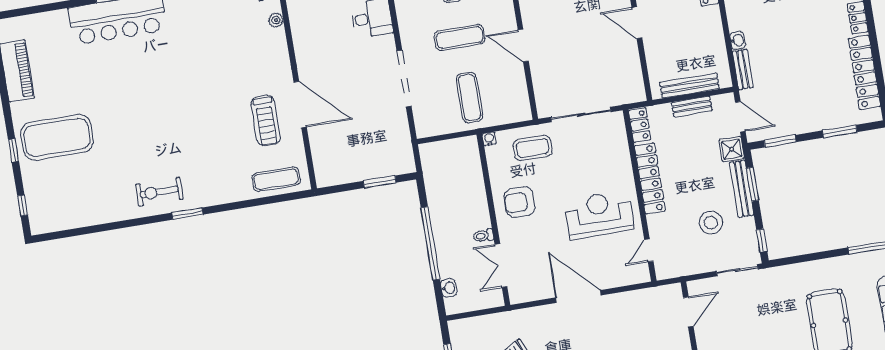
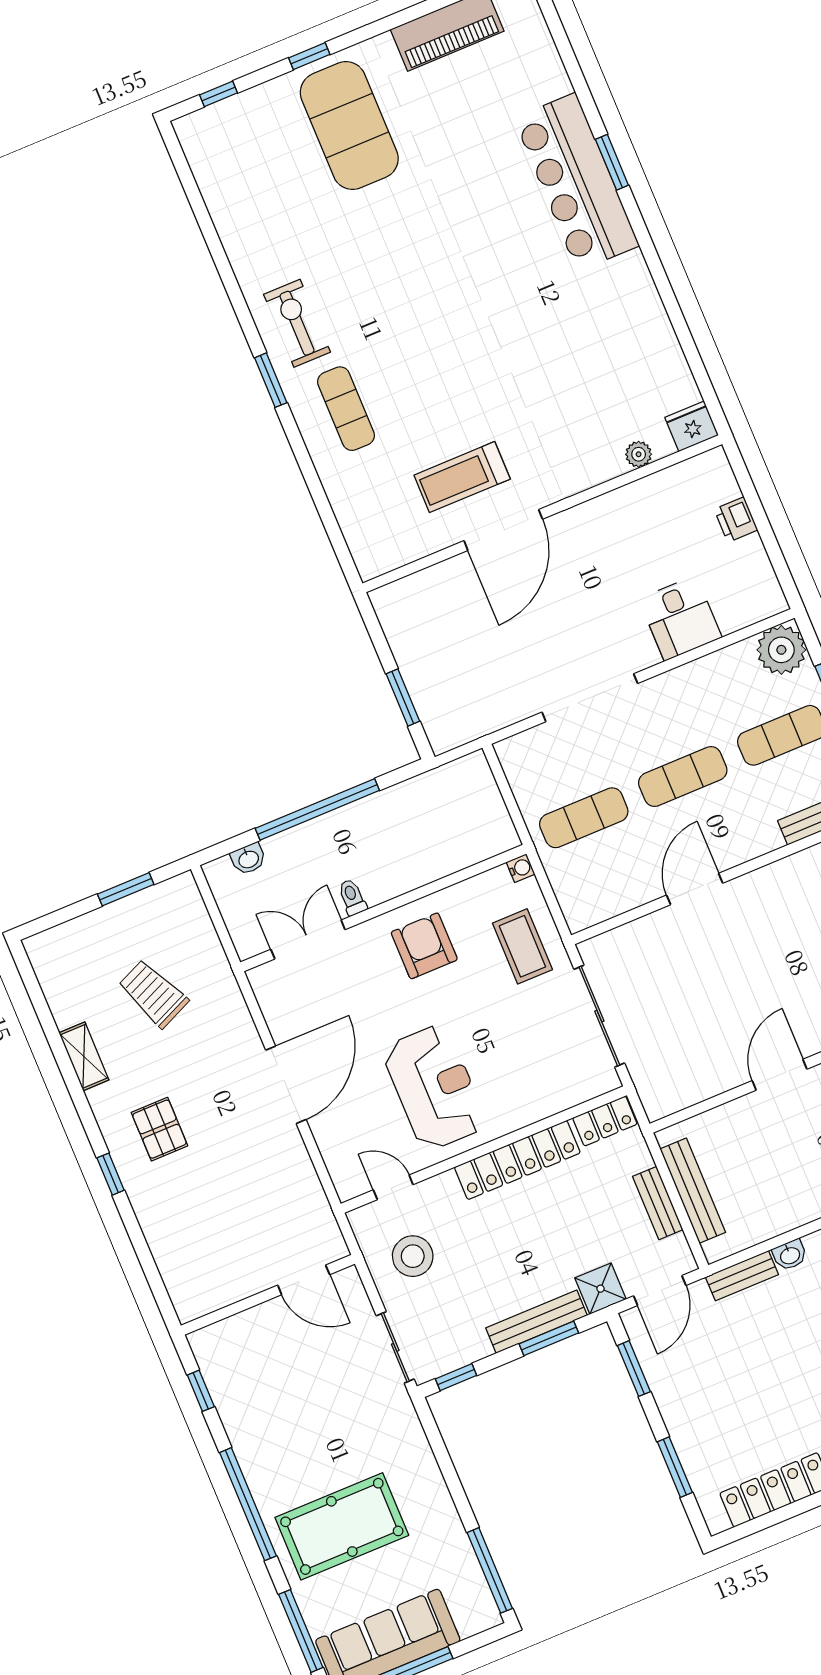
exercise mat: (460, 37) -> (683, 777), turned 90
exercise mat: (276, 179) -> (346, 409), moved
stool: (711, 223) -> (413, 1256), moved

